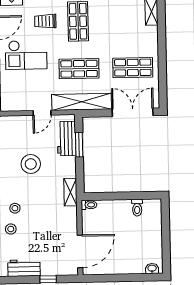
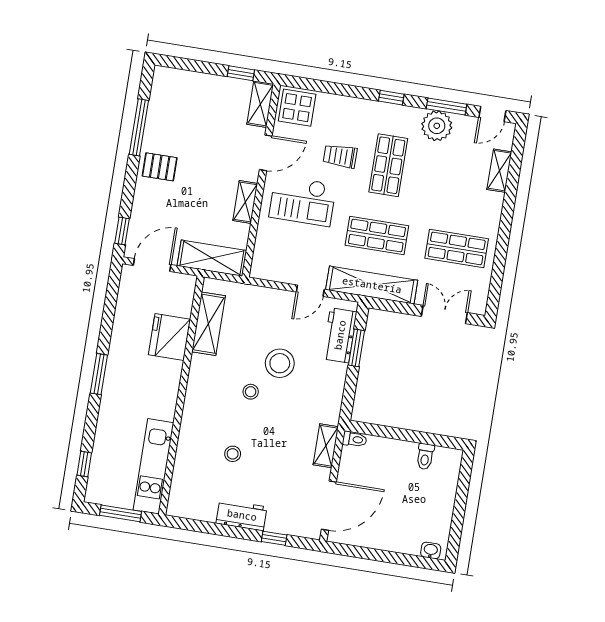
double door: (133, 112) -> (444, 315), width x0.73
shelving: (70, 192) -> (326, 446), moved
stool: (15, 208) -> (251, 392), moved

